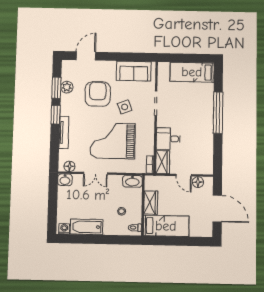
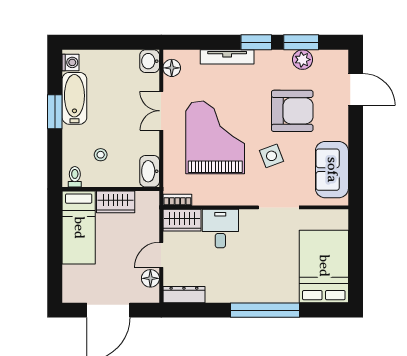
bed: (192, 72) -> (324, 266), width x1.50
dresser: (208, 162) -> (184, 295), added
window: (94, 239) -> (55, 112), added

